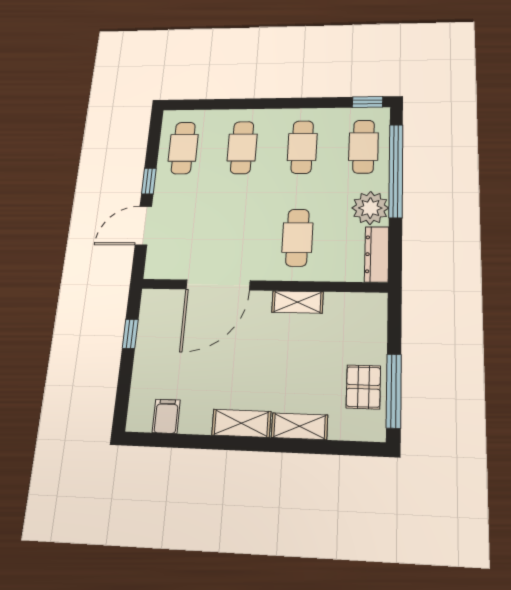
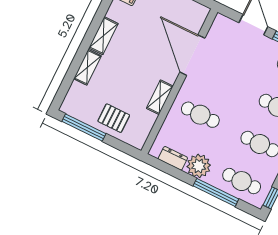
window: (396, 171) -> (216, 192), width x0.68
dresser: (377, 254) -> (173, 158), width x0.70
pallet: (363, 387) -> (114, 118), moved

